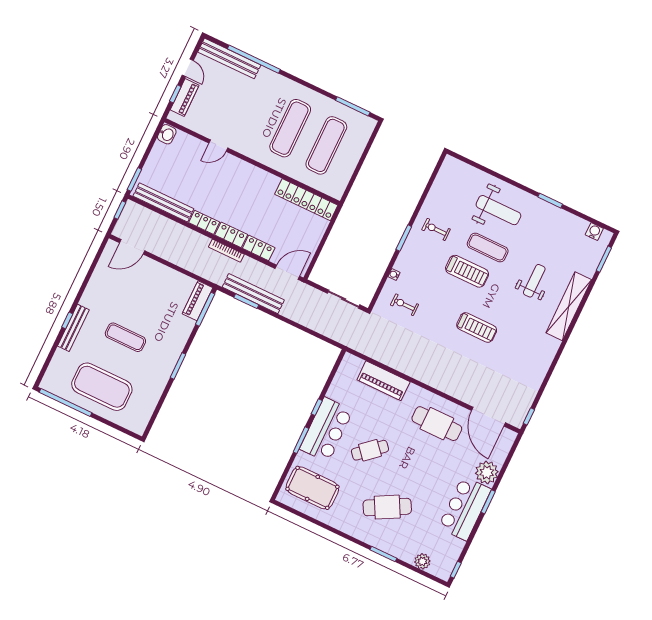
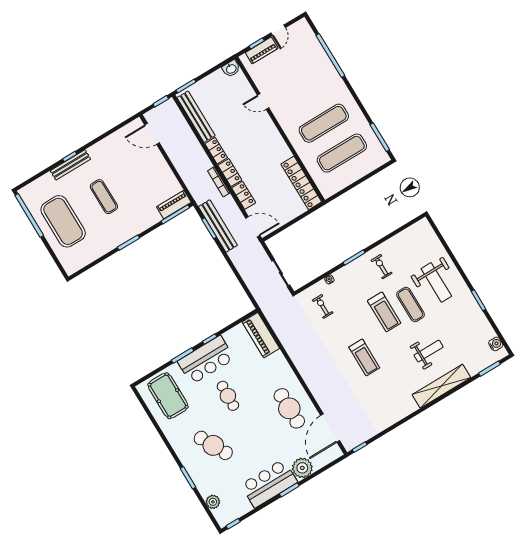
bench: (229, 58) -> (313, 43), removed
piano: (383, 381) -> (261, 335), moved
cafe table: (370, 450) -> (228, 396), turned 43

